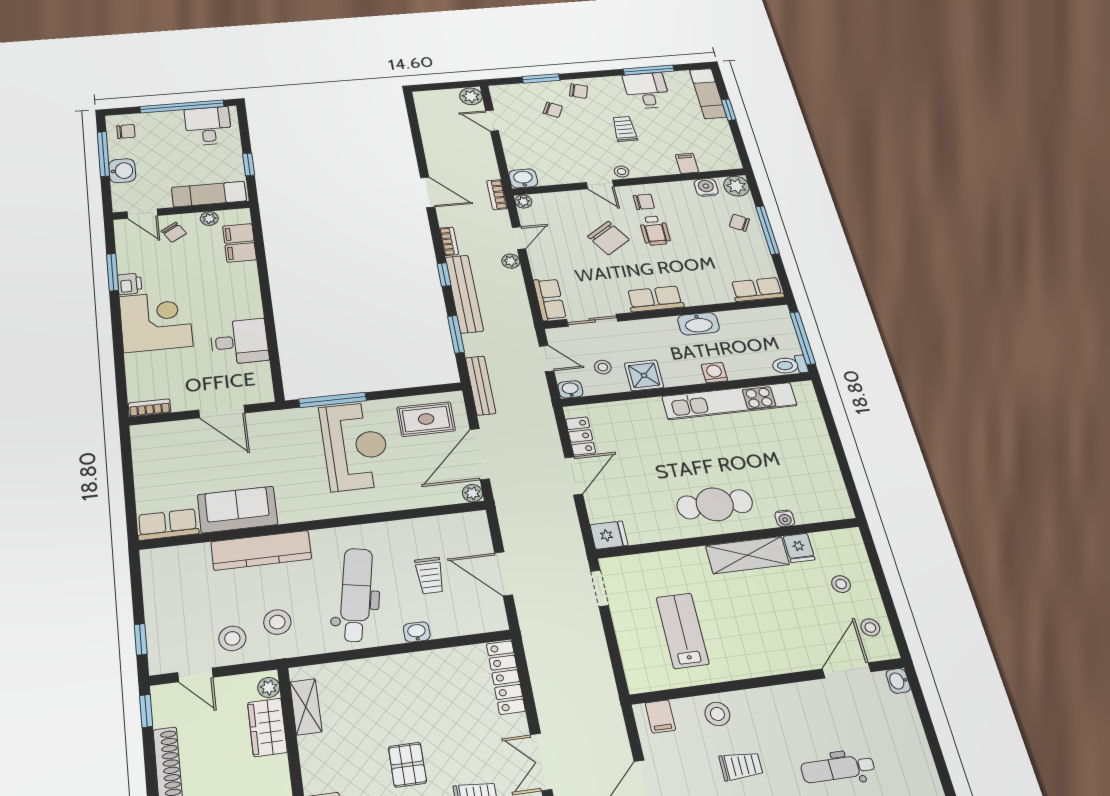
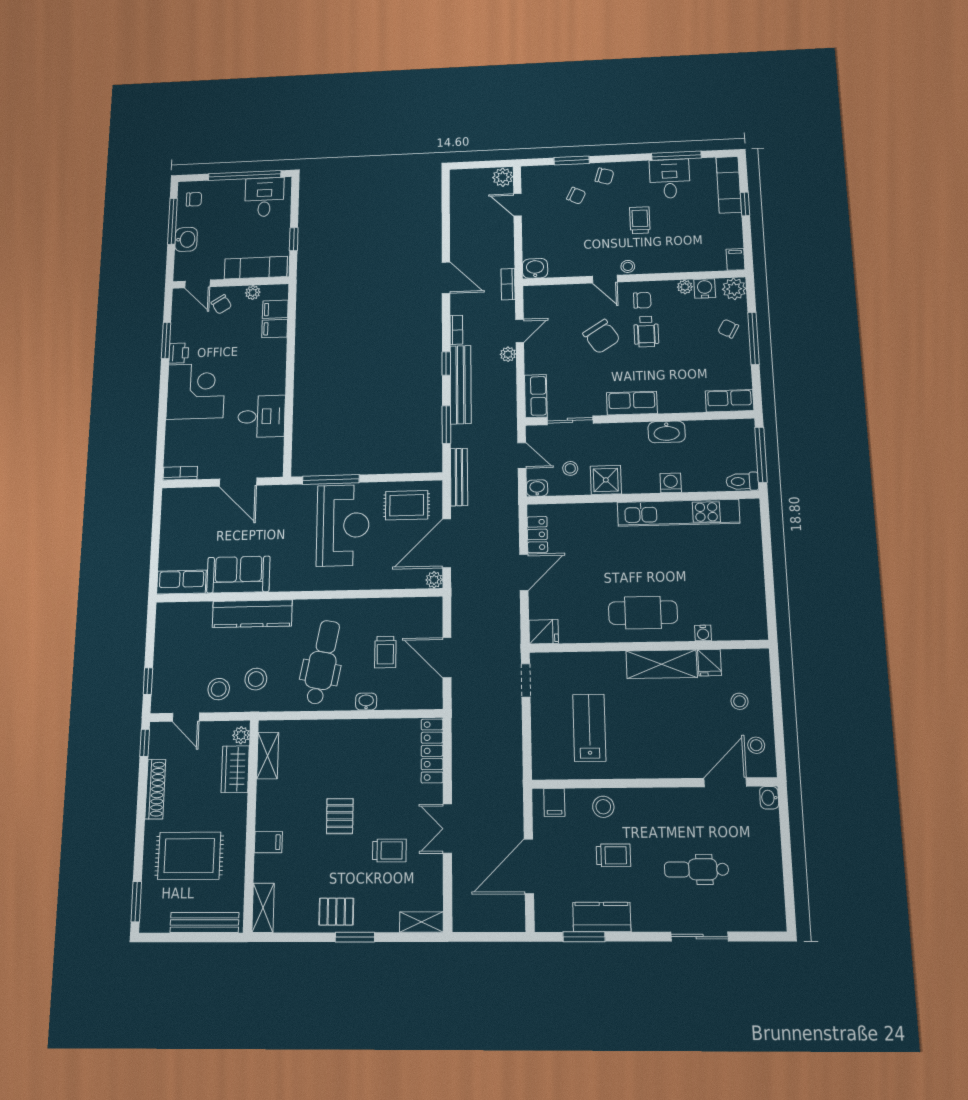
filing cabinet: (687, 163) -> (736, 259), moved
plant: (523, 201) -> (685, 287), moved

